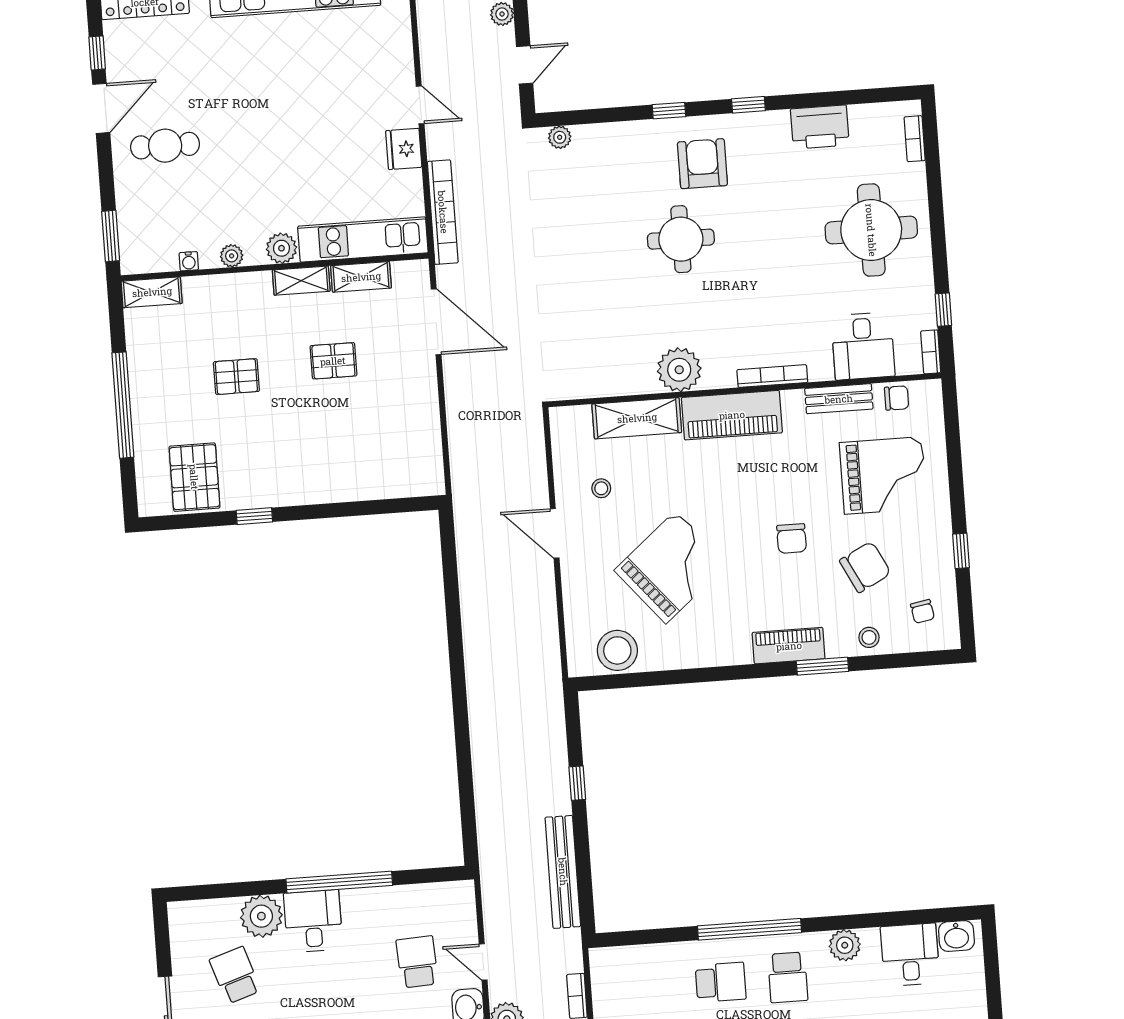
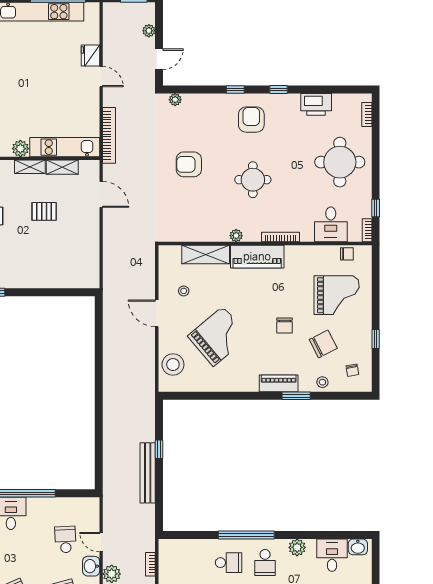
fridge: (404, 149) -> (90, 56), moved
round table: (681, 239) -> (253, 180), moved
armchair: (594, 255) -> (189, 164), added
door: (436, 322) -> (101, 194), width x0.73
plant: (679, 370) -> (236, 236), width x0.53, depth x0.53
bench: (839, 399) -> (316, 252), removed
stool: (617, 650) -> (173, 365), moved
bench: (563, 872) -> (148, 473), moved

